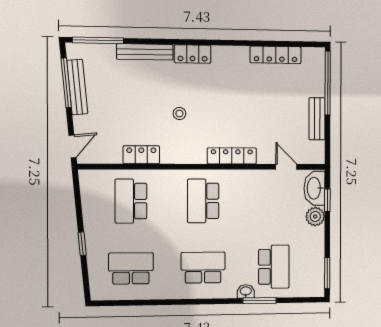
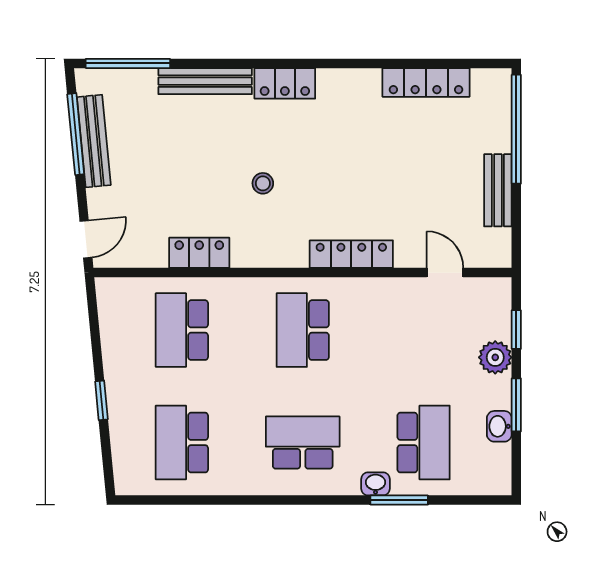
washbasin: (314, 188) -> (499, 426), moved, width x0.52, depth x0.69
school desk: (131, 268) -> (182, 443), turned -90
window: (327, 273) -> (516, 405), moved

